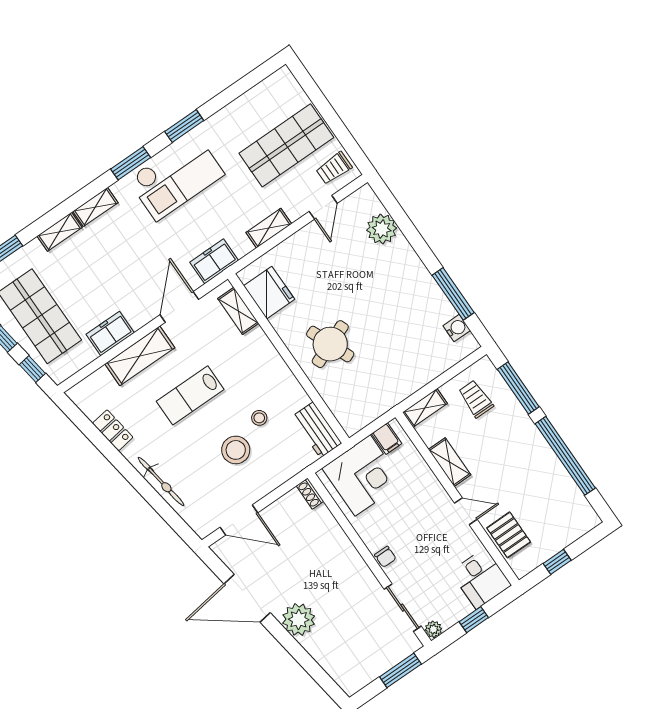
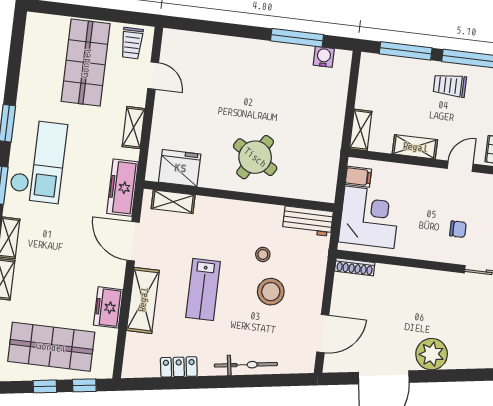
plant: (382, 229) -> (206, 48), removed
freezer: (214, 261) -> (123, 188), width x1.40
round table: (330, 344) -> (255, 157), turned -37
trolley: (476, 399) -> (450, 85), moved
shoe rack: (310, 494) -> (355, 267), width x1.43
chair: (385, 557) -> (458, 229), moved

